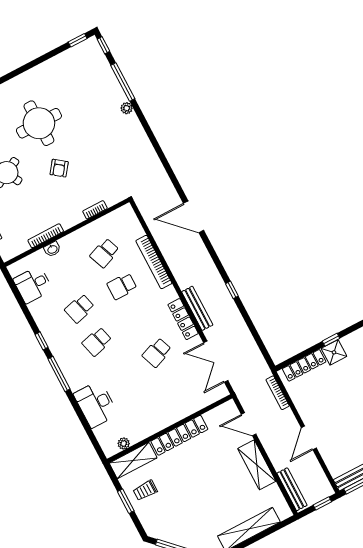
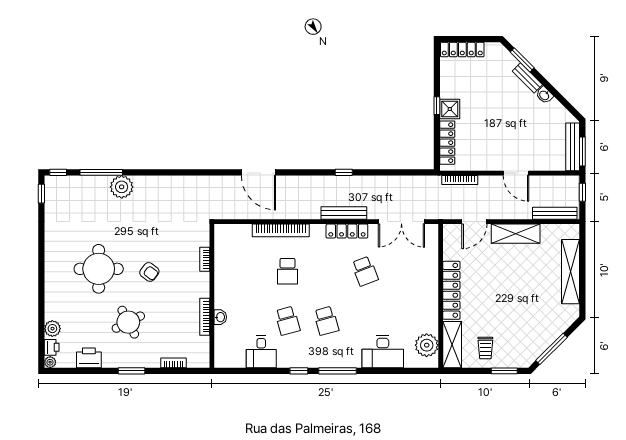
plant: (127, 108) -> (122, 187), width x1.87, depth x1.87
door: (194, 217) -> (258, 172), hinge flipped
school desk: (105, 253) -> (249, 271), removed
desk: (33, 285) -> (261, 352), moved
plant: (124, 443) -> (427, 345), width x1.87, depth x1.87
window: (126, 501) -> (504, 371), moved

